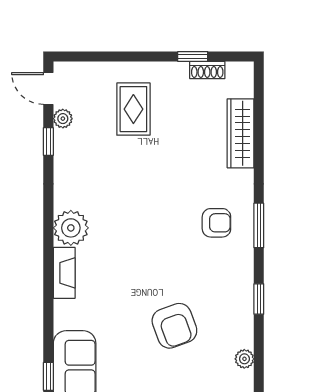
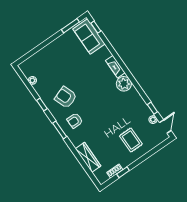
door: (48, 88) -> (165, 127), hinge flipped
armchair: (174, 326) -> (66, 97), moved

